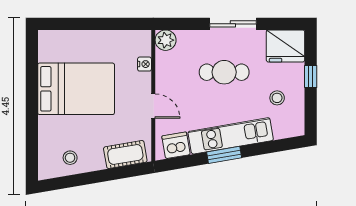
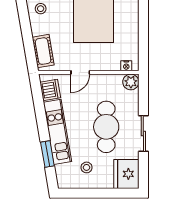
nightstand: (145, 64) -> (126, 66), moved
cafe table: (224, 72) -> (106, 127), width x1.37, depth x1.35
window: (311, 76) -> (103, 193), removed
window: (224, 155) -> (47, 154), moved

